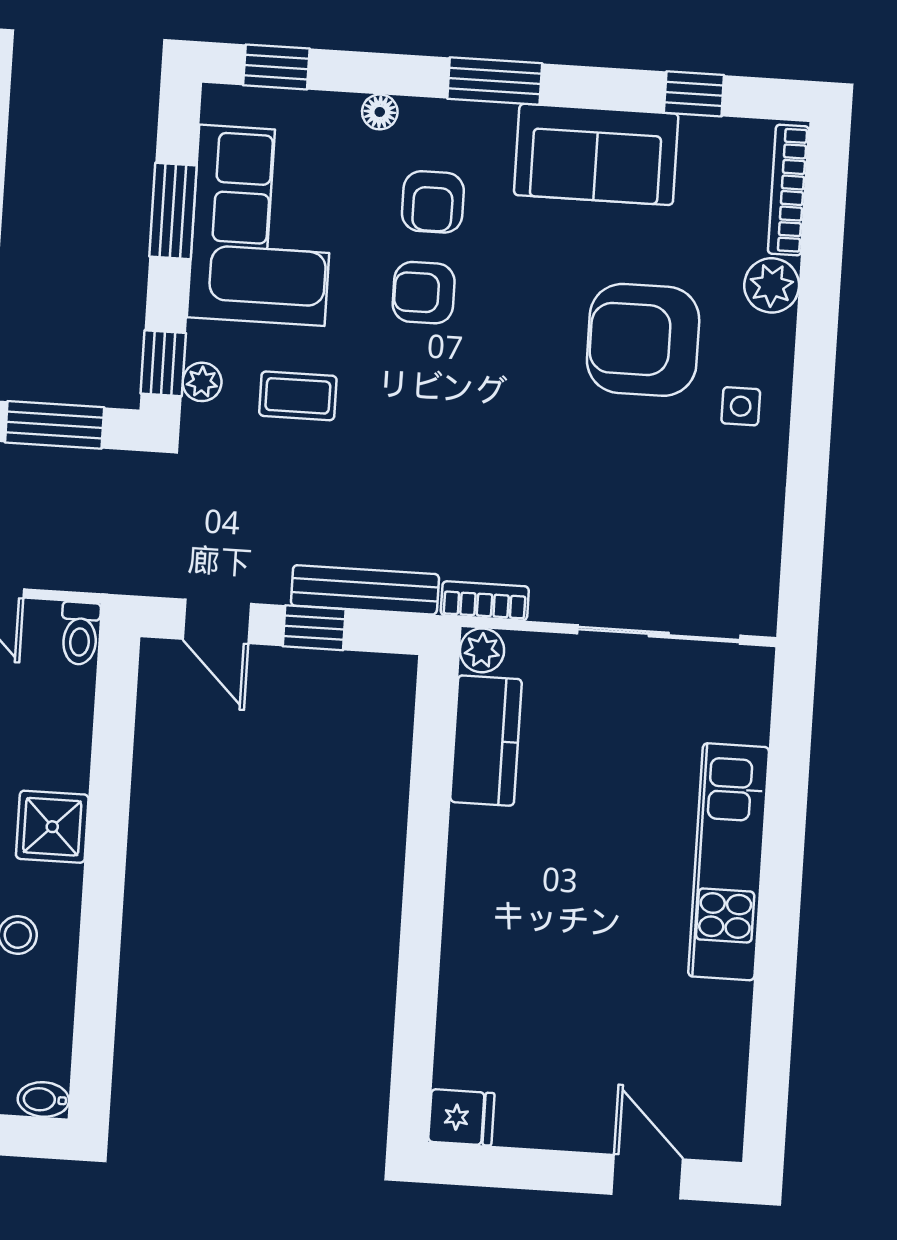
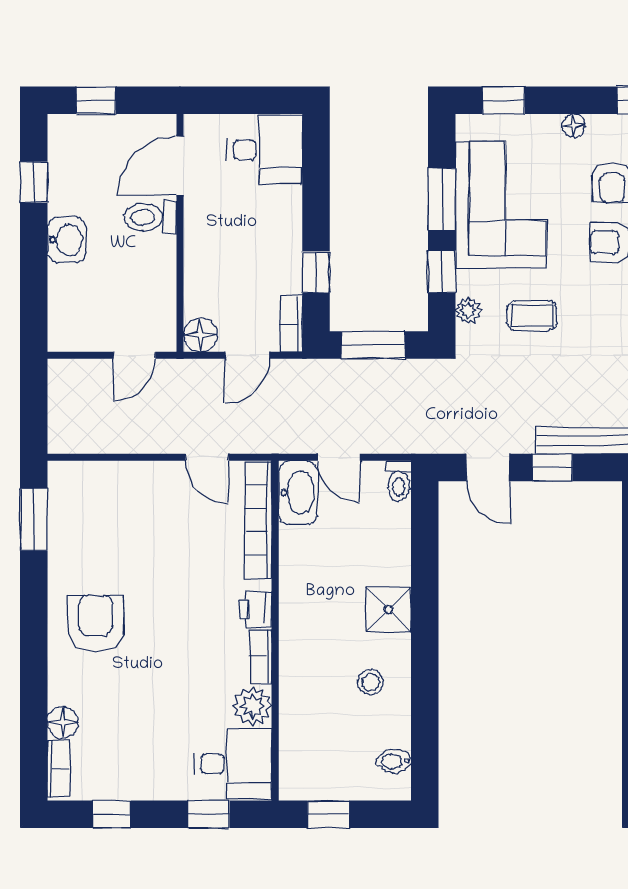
window: (163, 363) -> (442, 272), moved
bidet: (43, 1099) -> (394, 761), moved

